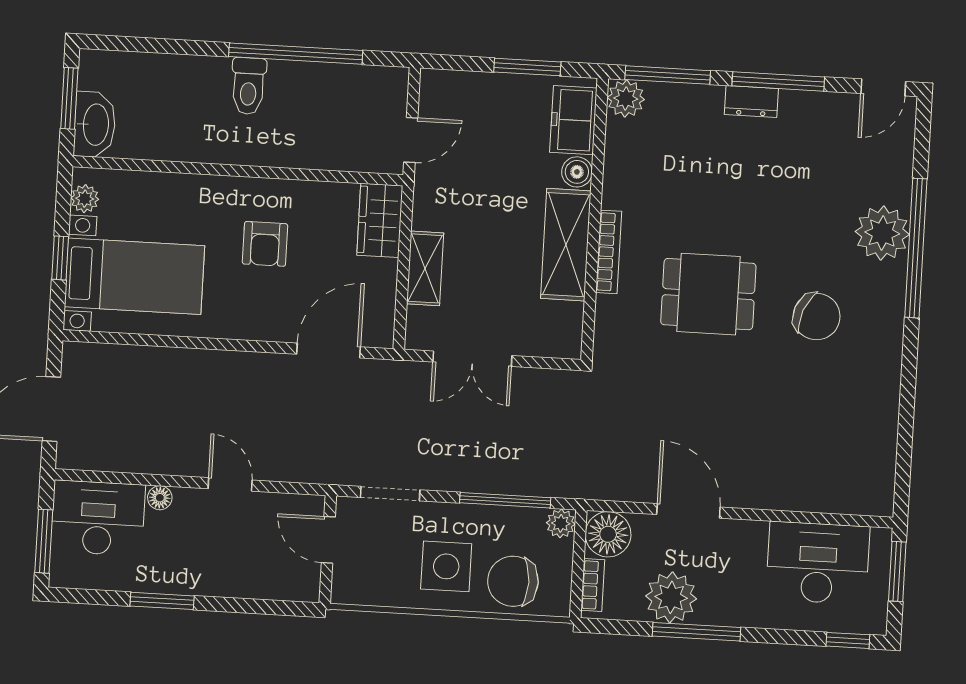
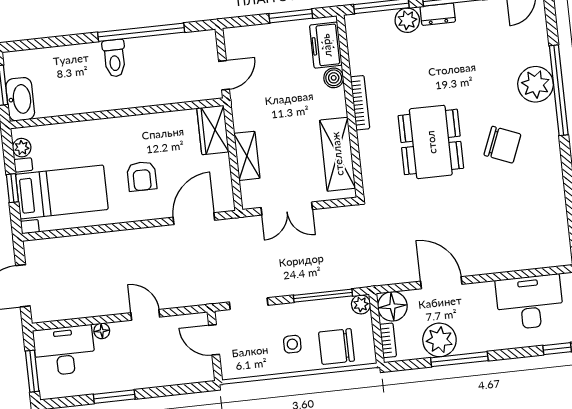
plant: (626, 98) -> (407, 20), moved
armchair: (265, 244) -> (142, 176), moved
shelving: (566, 245) -> (337, 154), moved
bookcase: (609, 252) -> (360, 103), moved
dining table: (708, 294) -> (431, 142), width x1.38
side table: (446, 566) -> (292, 344), width x0.54, depth x0.54

